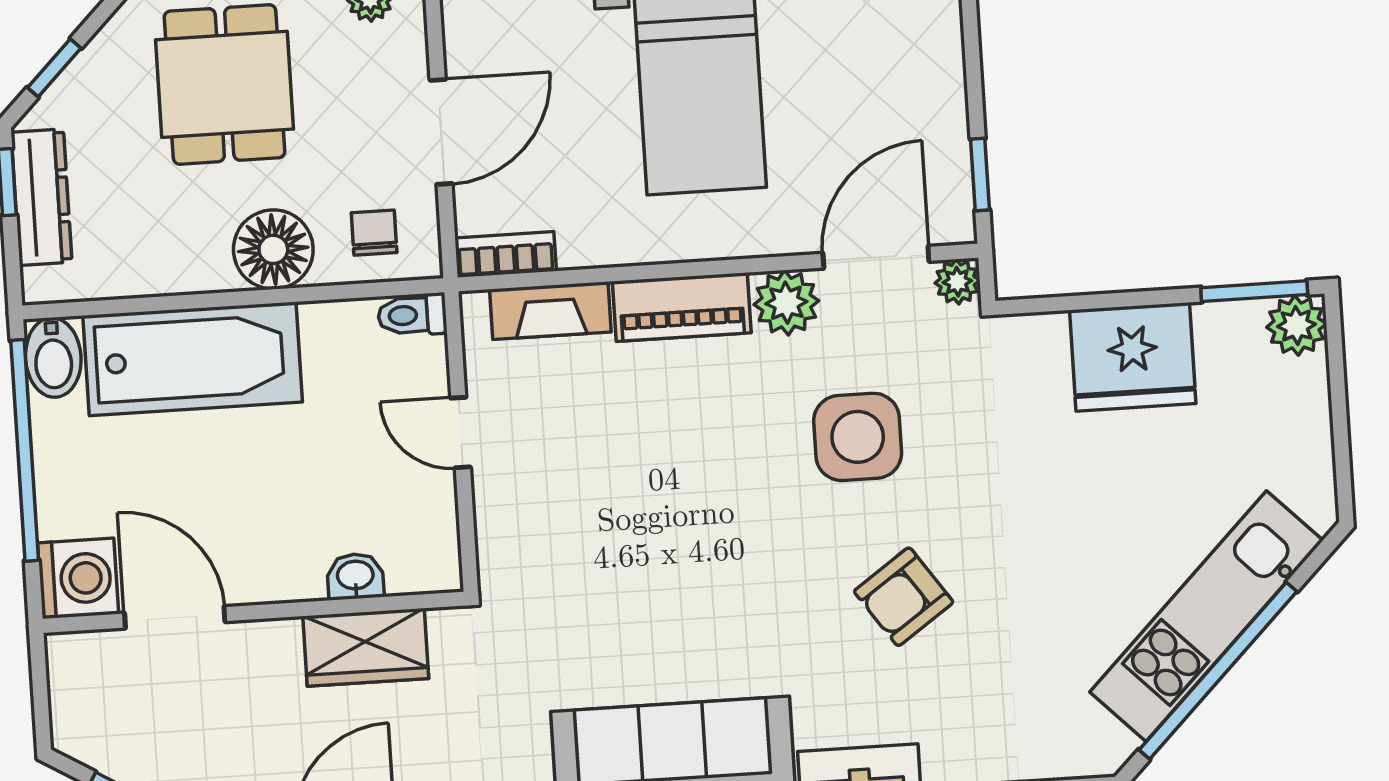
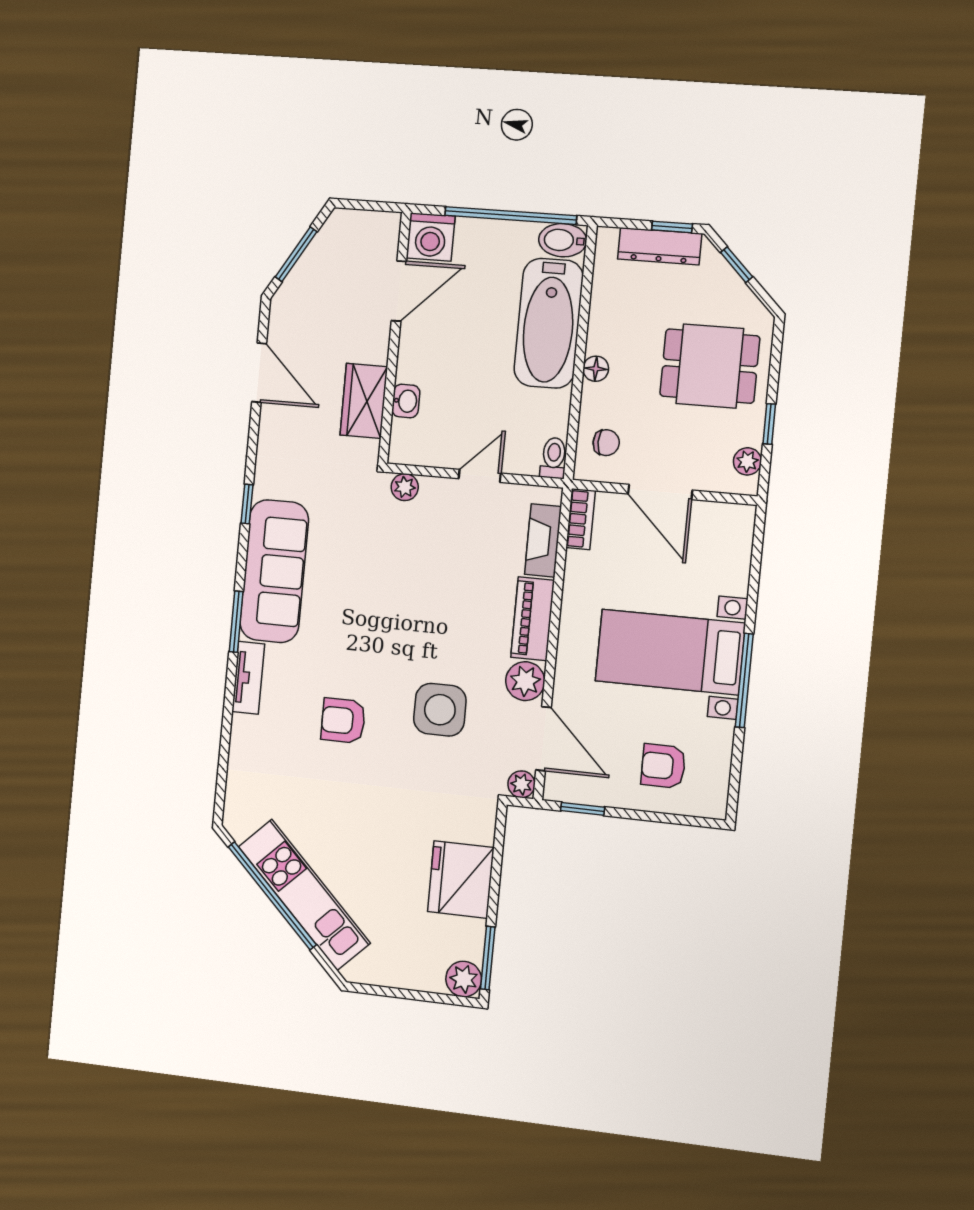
armchair: (887, 54) -> (663, 766), added
floor lamp: (273, 249) -> (596, 369), width x0.53, depth x0.53
plant: (498, 555) -> (405, 487), added
armchair: (904, 597) -> (343, 721), turned -55

